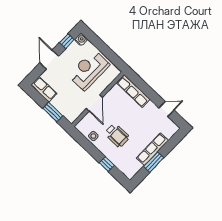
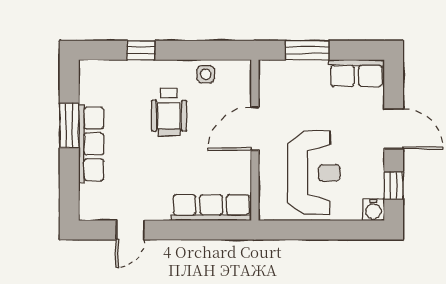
door: (94, 103) -> (255, 129), hinge flipped
wheelchair: (117, 135) -> (169, 112), turned -90

